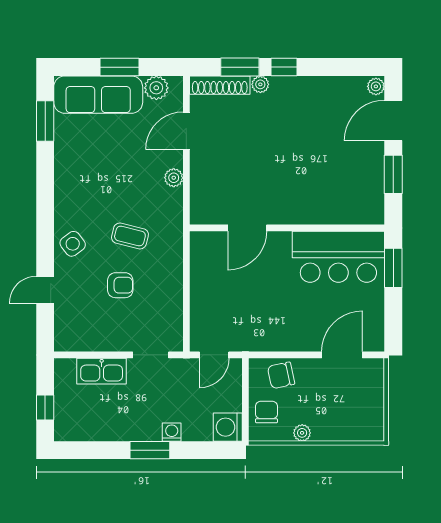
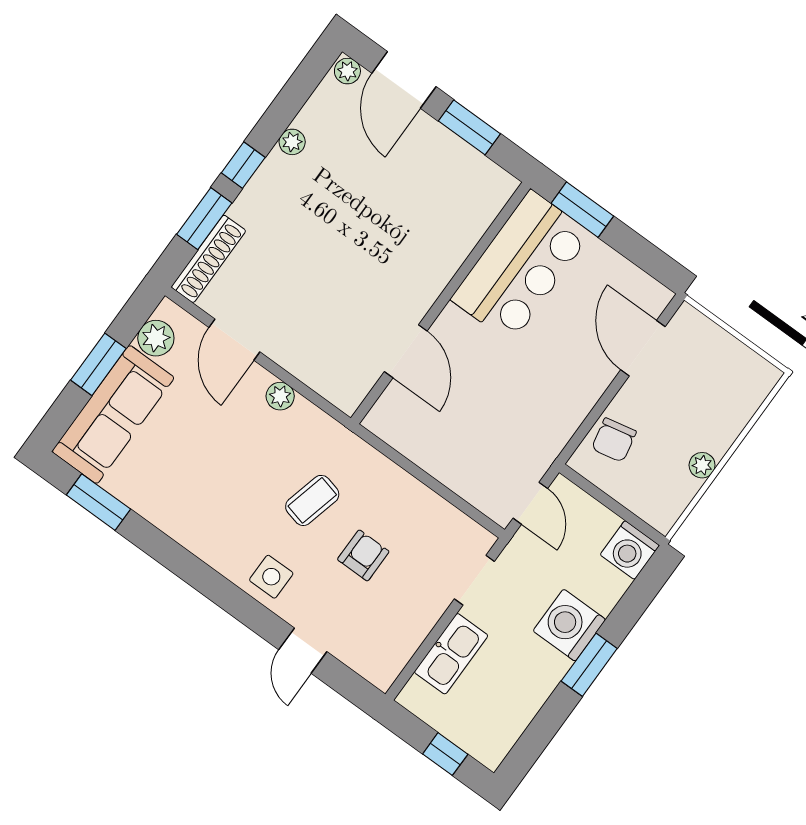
plant: (260, 84) -> (292, 142), moved
side table: (73, 244) -> (271, 577), turned 37
chair: (266, 412) -> (646, 490), removed
washing machine: (172, 432) -> (569, 625), width x1.89, depth x1.89

